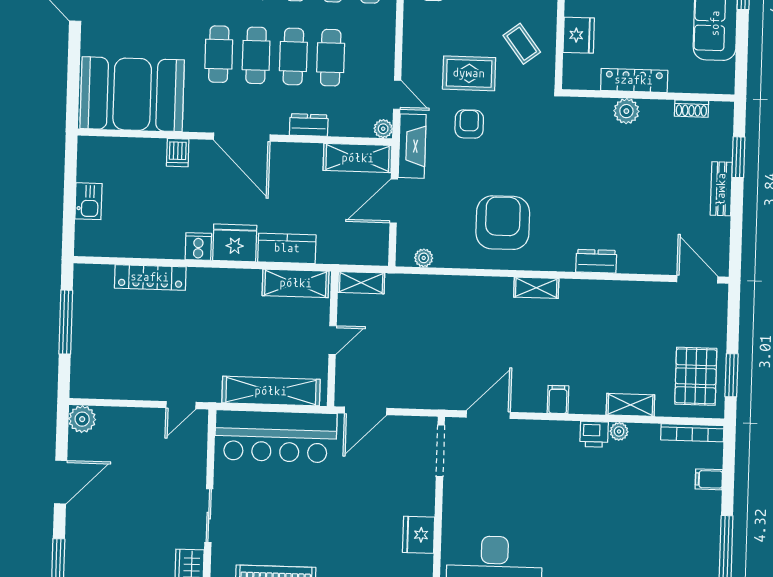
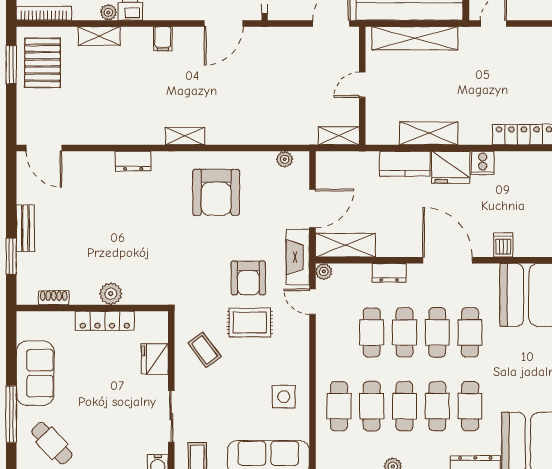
armchair: (469, 124) -> (248, 278), width x1.38, depth x1.38
shelving: (296, 283) -> (429, 133), moved

